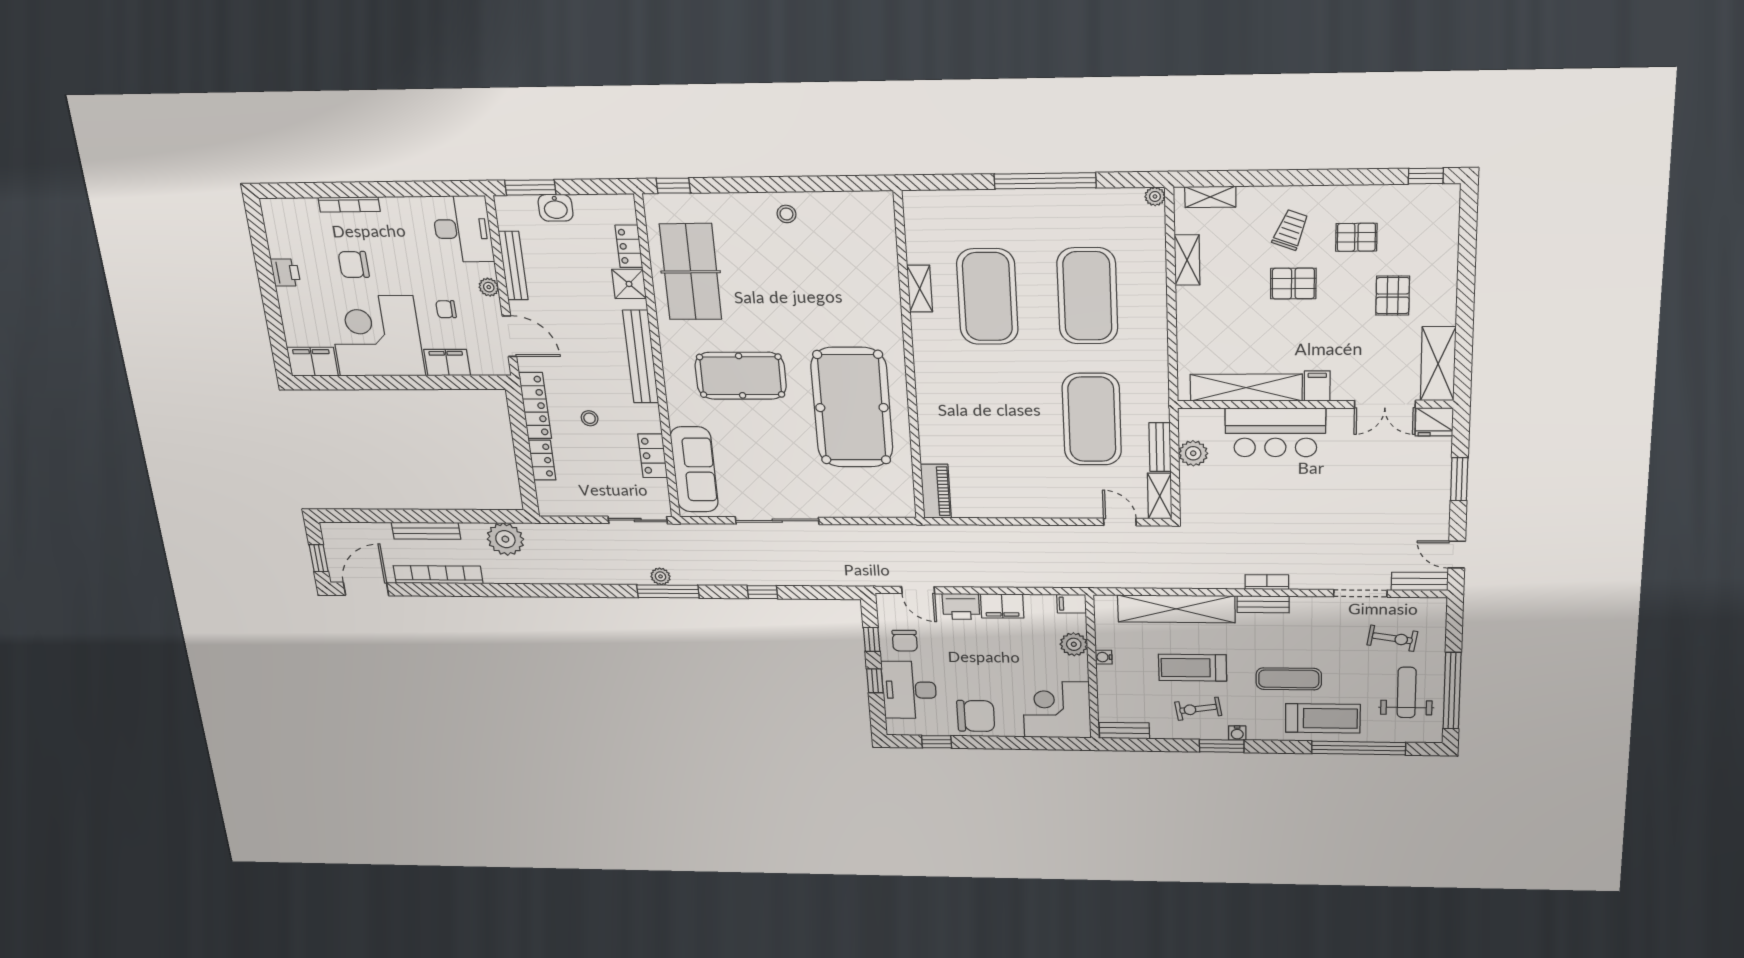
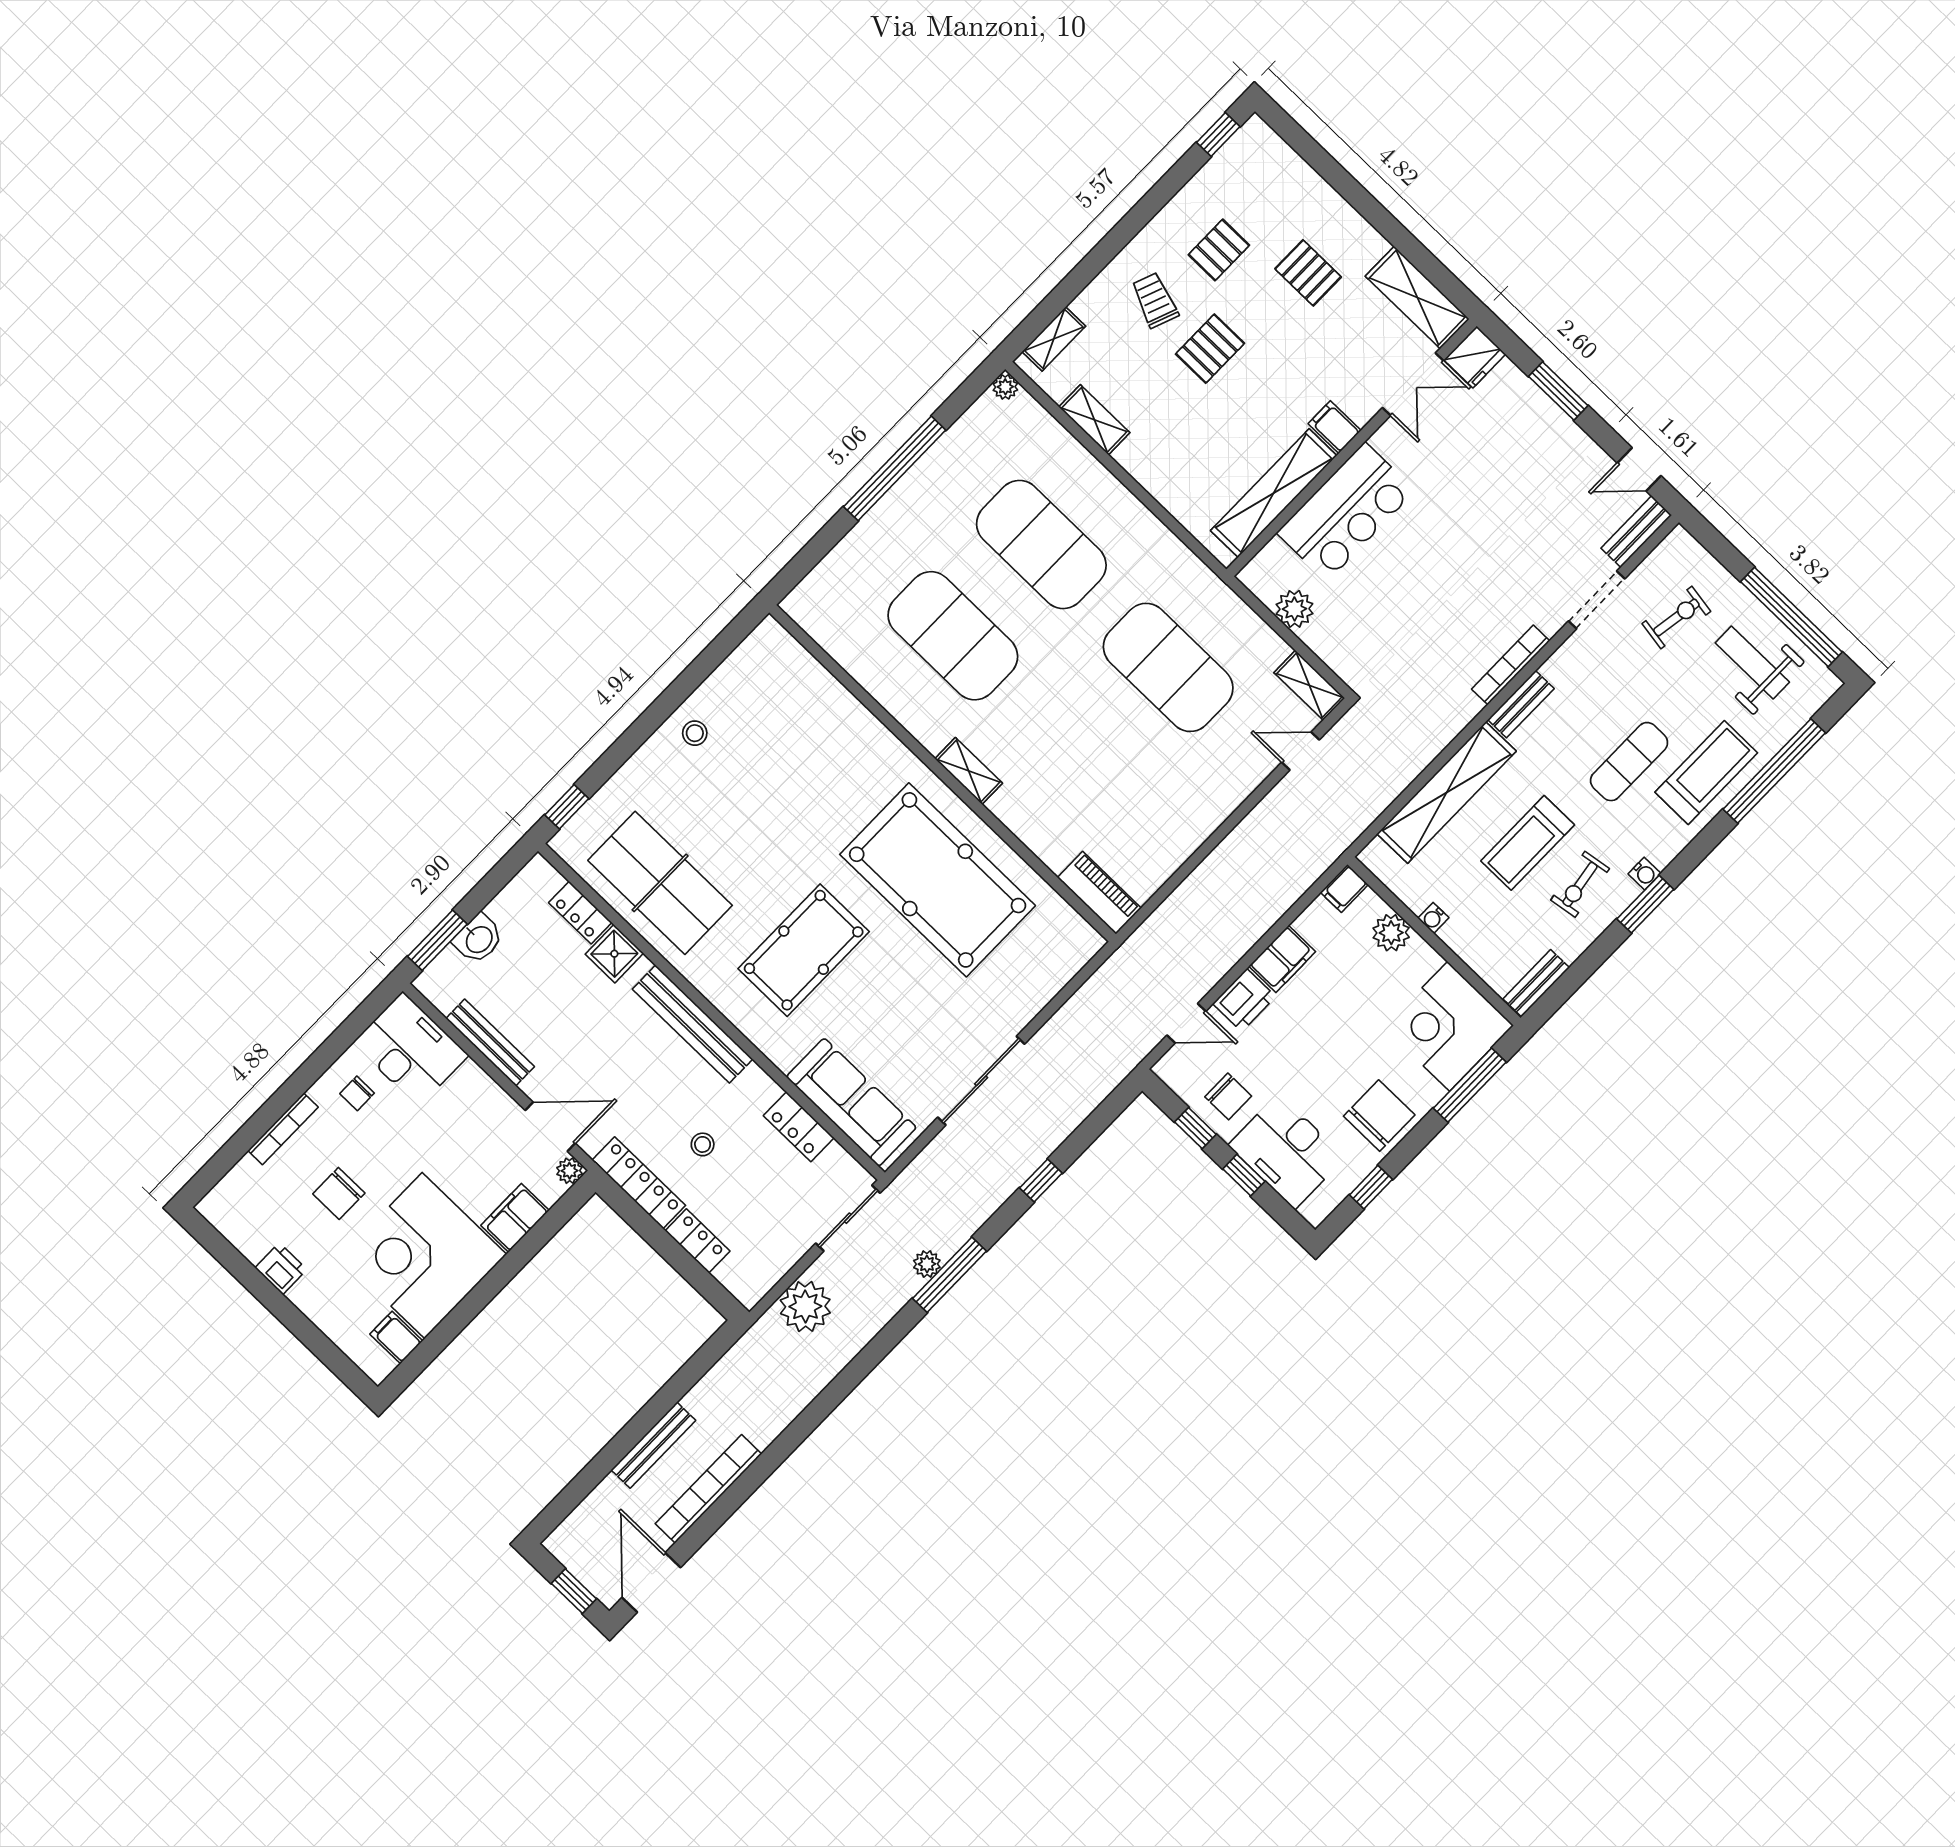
plant: (489, 287) -> (569, 1171), moved
shelving: (920, 289) -> (969, 771), moved
chair: (446, 309) -> (357, 1093), moved
filing cabinet: (313, 362) -> (396, 1337), width x0.50
bench: (1160, 447) -> (1258, 633), removed
plant: (505, 539) -> (805, 1306), moved
bookcase: (1267, 582) -> (1511, 665), width x1.56
window: (1038, 743) -> (1470, 1085), added

